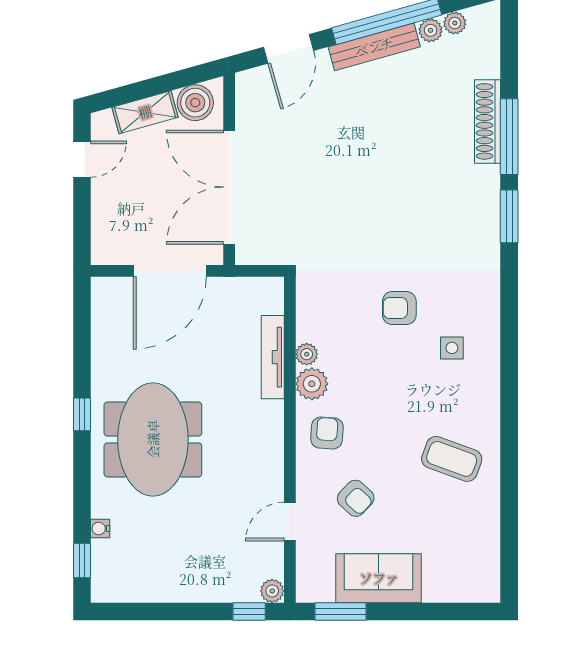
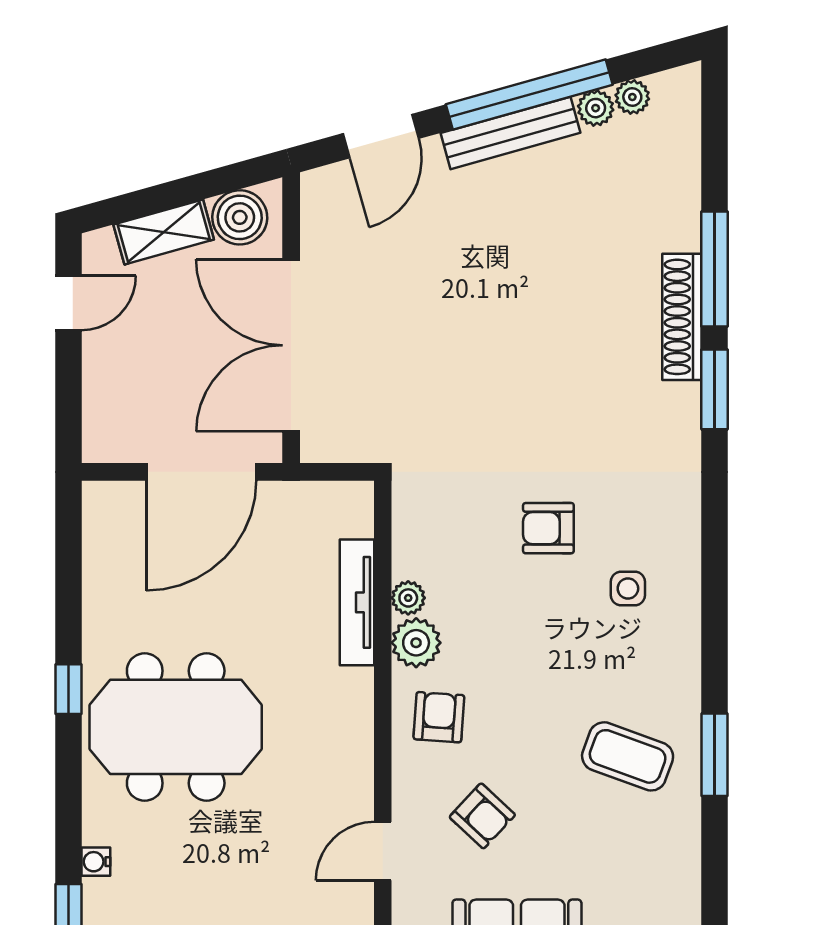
shoe rack: (488, 121) -> (682, 317), moved
meeting table: (153, 439) -> (176, 727), turned 90
window: (509, 458) -> (715, 755), added

